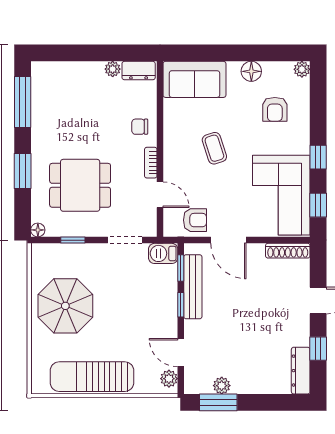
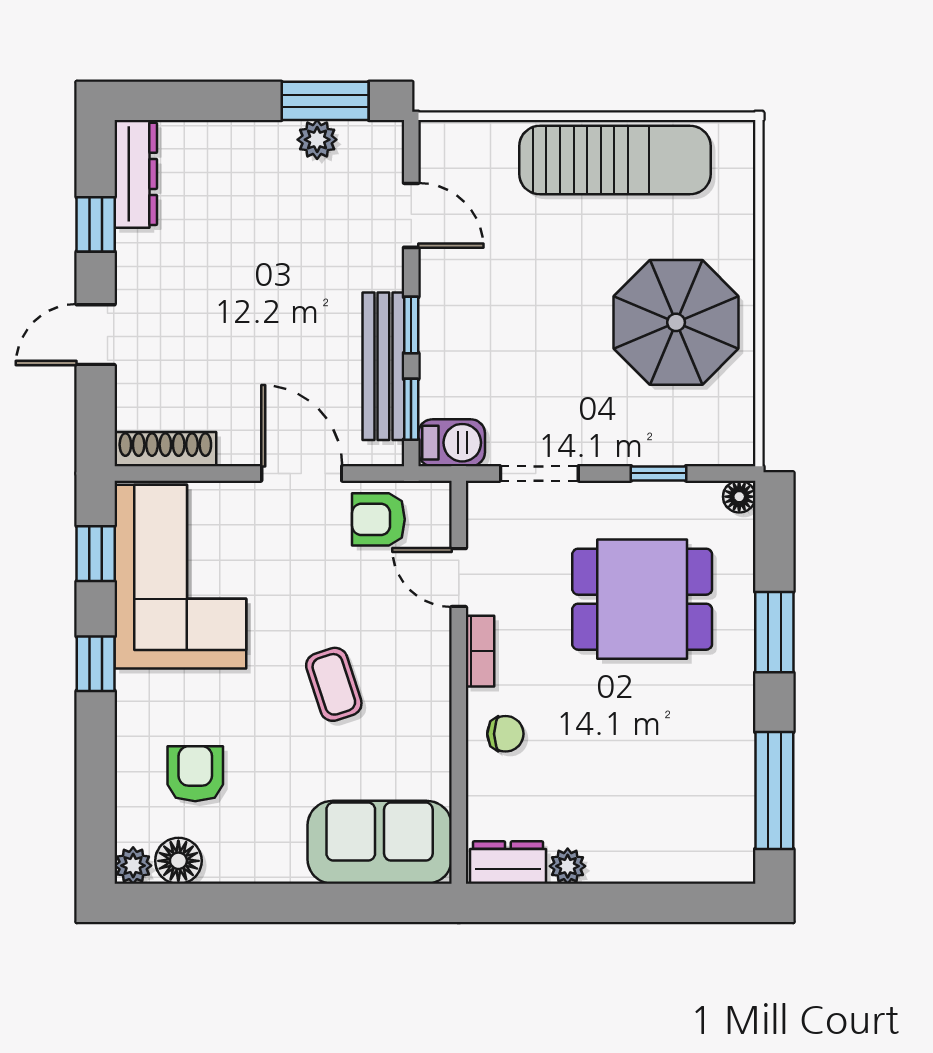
floor lamp: (251, 71) -> (178, 861), moved
plant: (169, 379) -> (438, 155), removed

